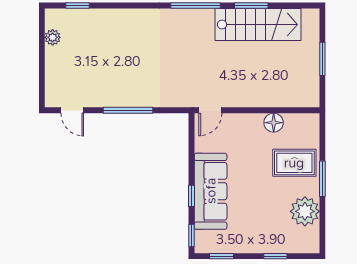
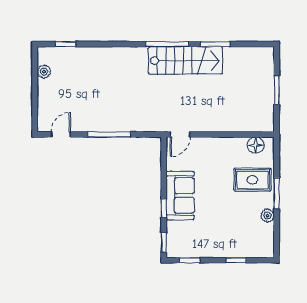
stairs: (258, 25) -> (186, 60), moved
door: (72, 110) -> (61, 134), swing flipped
floor lamp: (274, 123) -> (256, 145), moved
sofa: (211, 191) -> (180, 196), width x0.73
plant: (305, 211) -> (267, 216), width x0.53, depth x0.53

